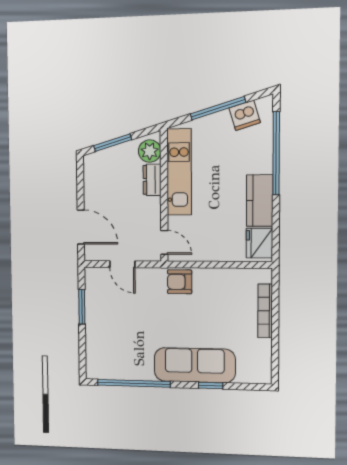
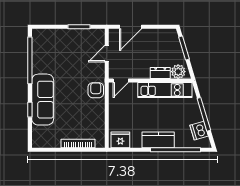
kitchen counter: (260, 201) -> (158, 140), moved

